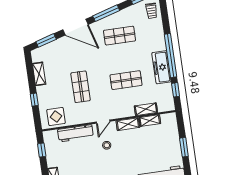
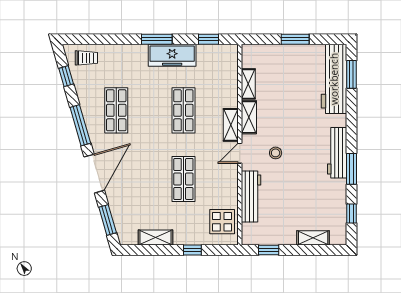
window: (171, 56) -> (157, 39), width x0.47
shop shelf: (81, 87) -> (183, 179), turned 90
shelving: (146, 109) -> (231, 125), moved
door: (103, 122) -> (240, 153), swing flipped

